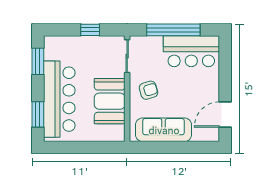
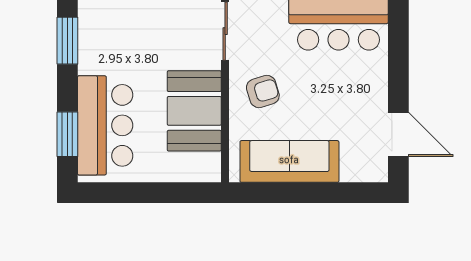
bar counter: (59, 99) -> (105, 125), width x0.73
door: (225, 115) -> (398, 135), swing flipped

